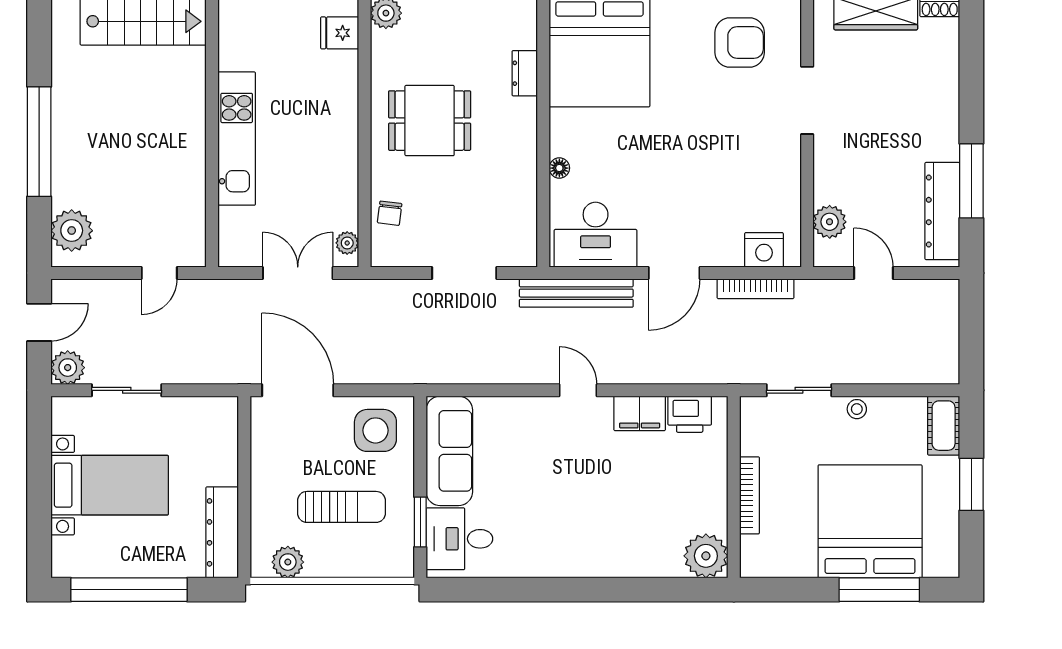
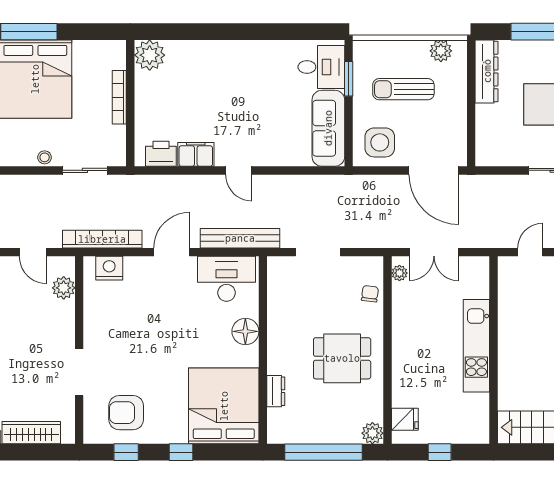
floor lamp: (559, 168) -> (245, 331), width x1.89, depth x1.89
bookcase: (756, 289) -> (102, 239), width x1.48, depth x1.31

